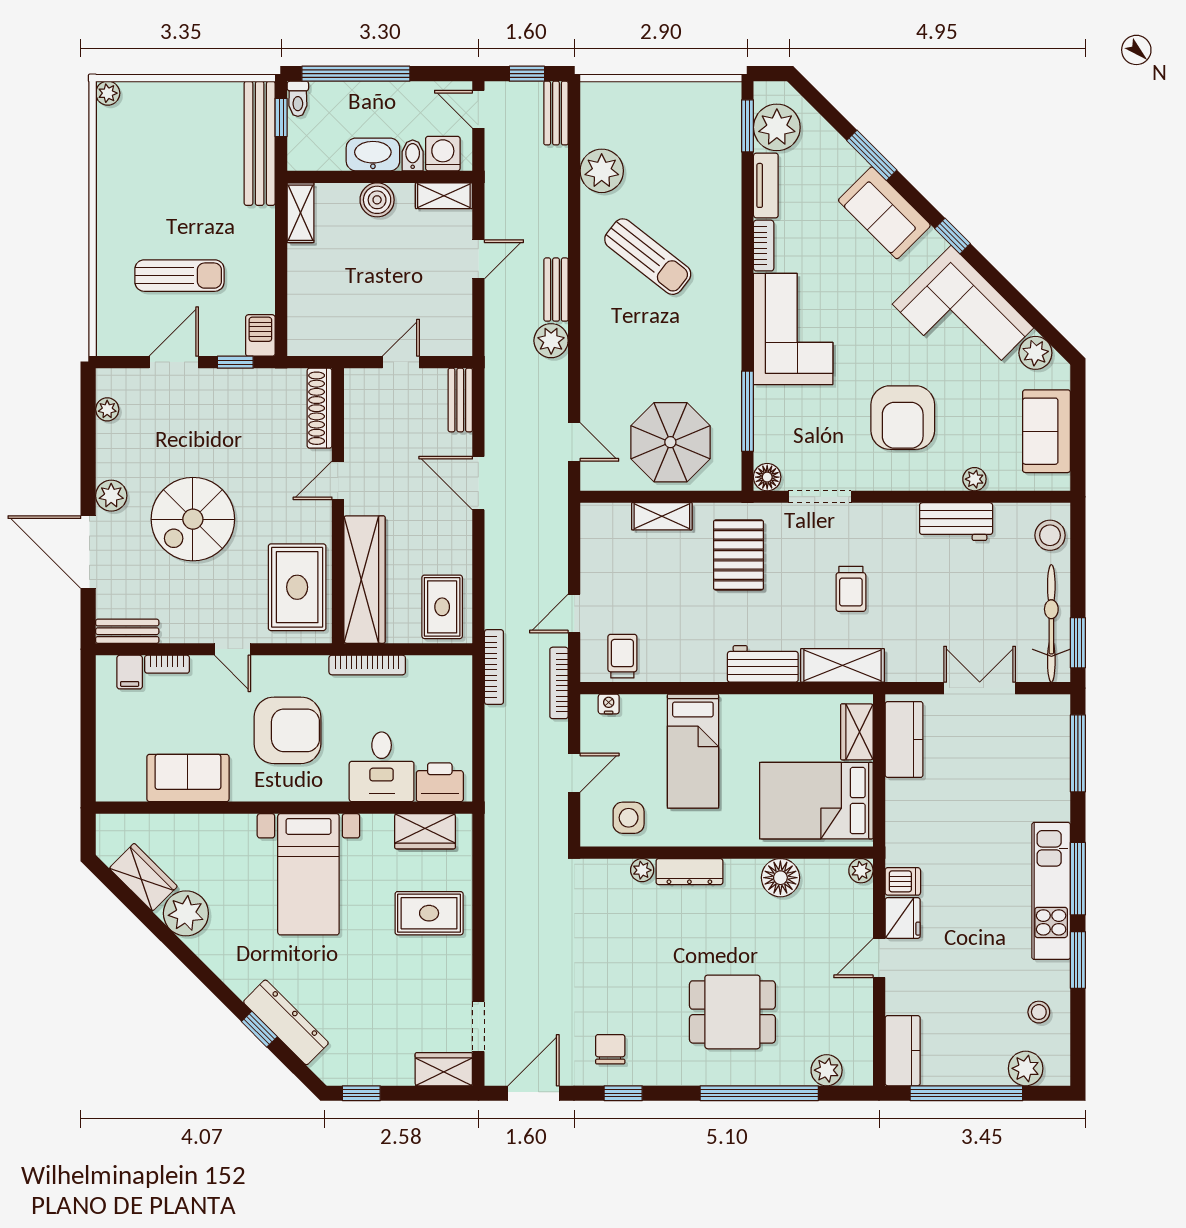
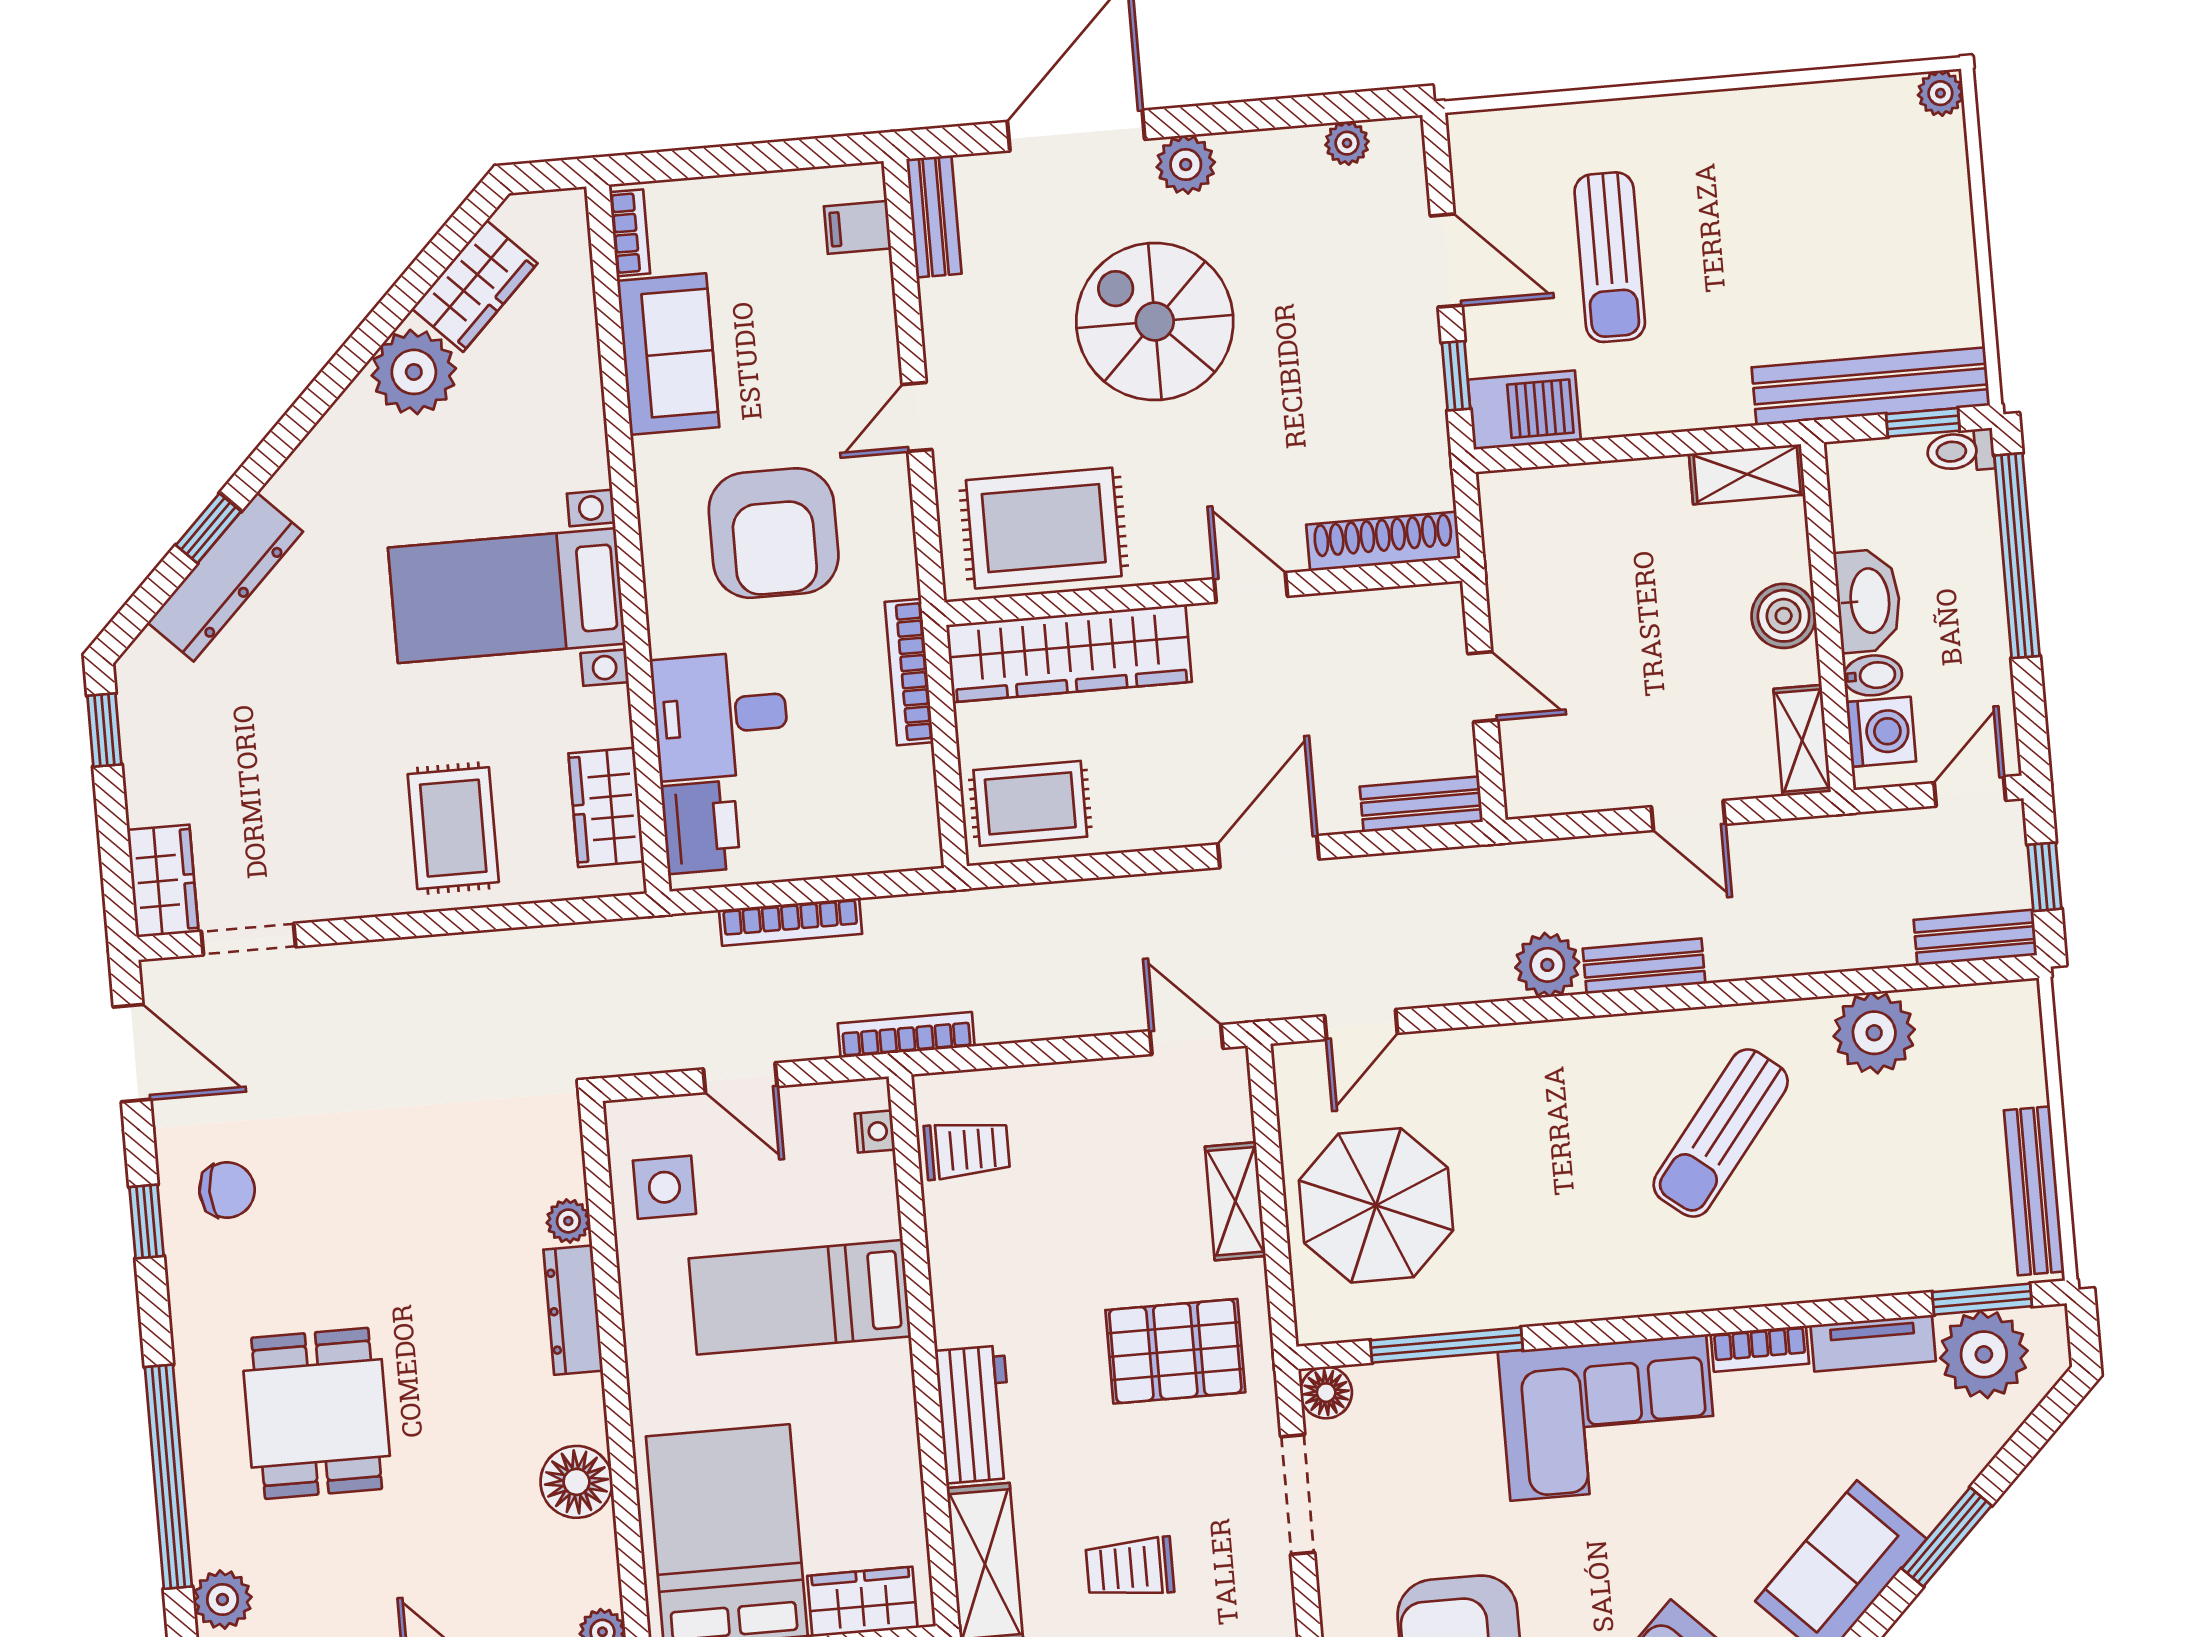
bench: (693, 93) -> (2034, 1191), added
barbecue: (260, 335) -> (1524, 410), width x1.38, depth x1.27
door: (574, 614) -> (1186, 1039), moved
bookcase: (167, 664) -> (630, 233), moved, turned 180
bookcase: (494, 667) -> (791, 922), moved

